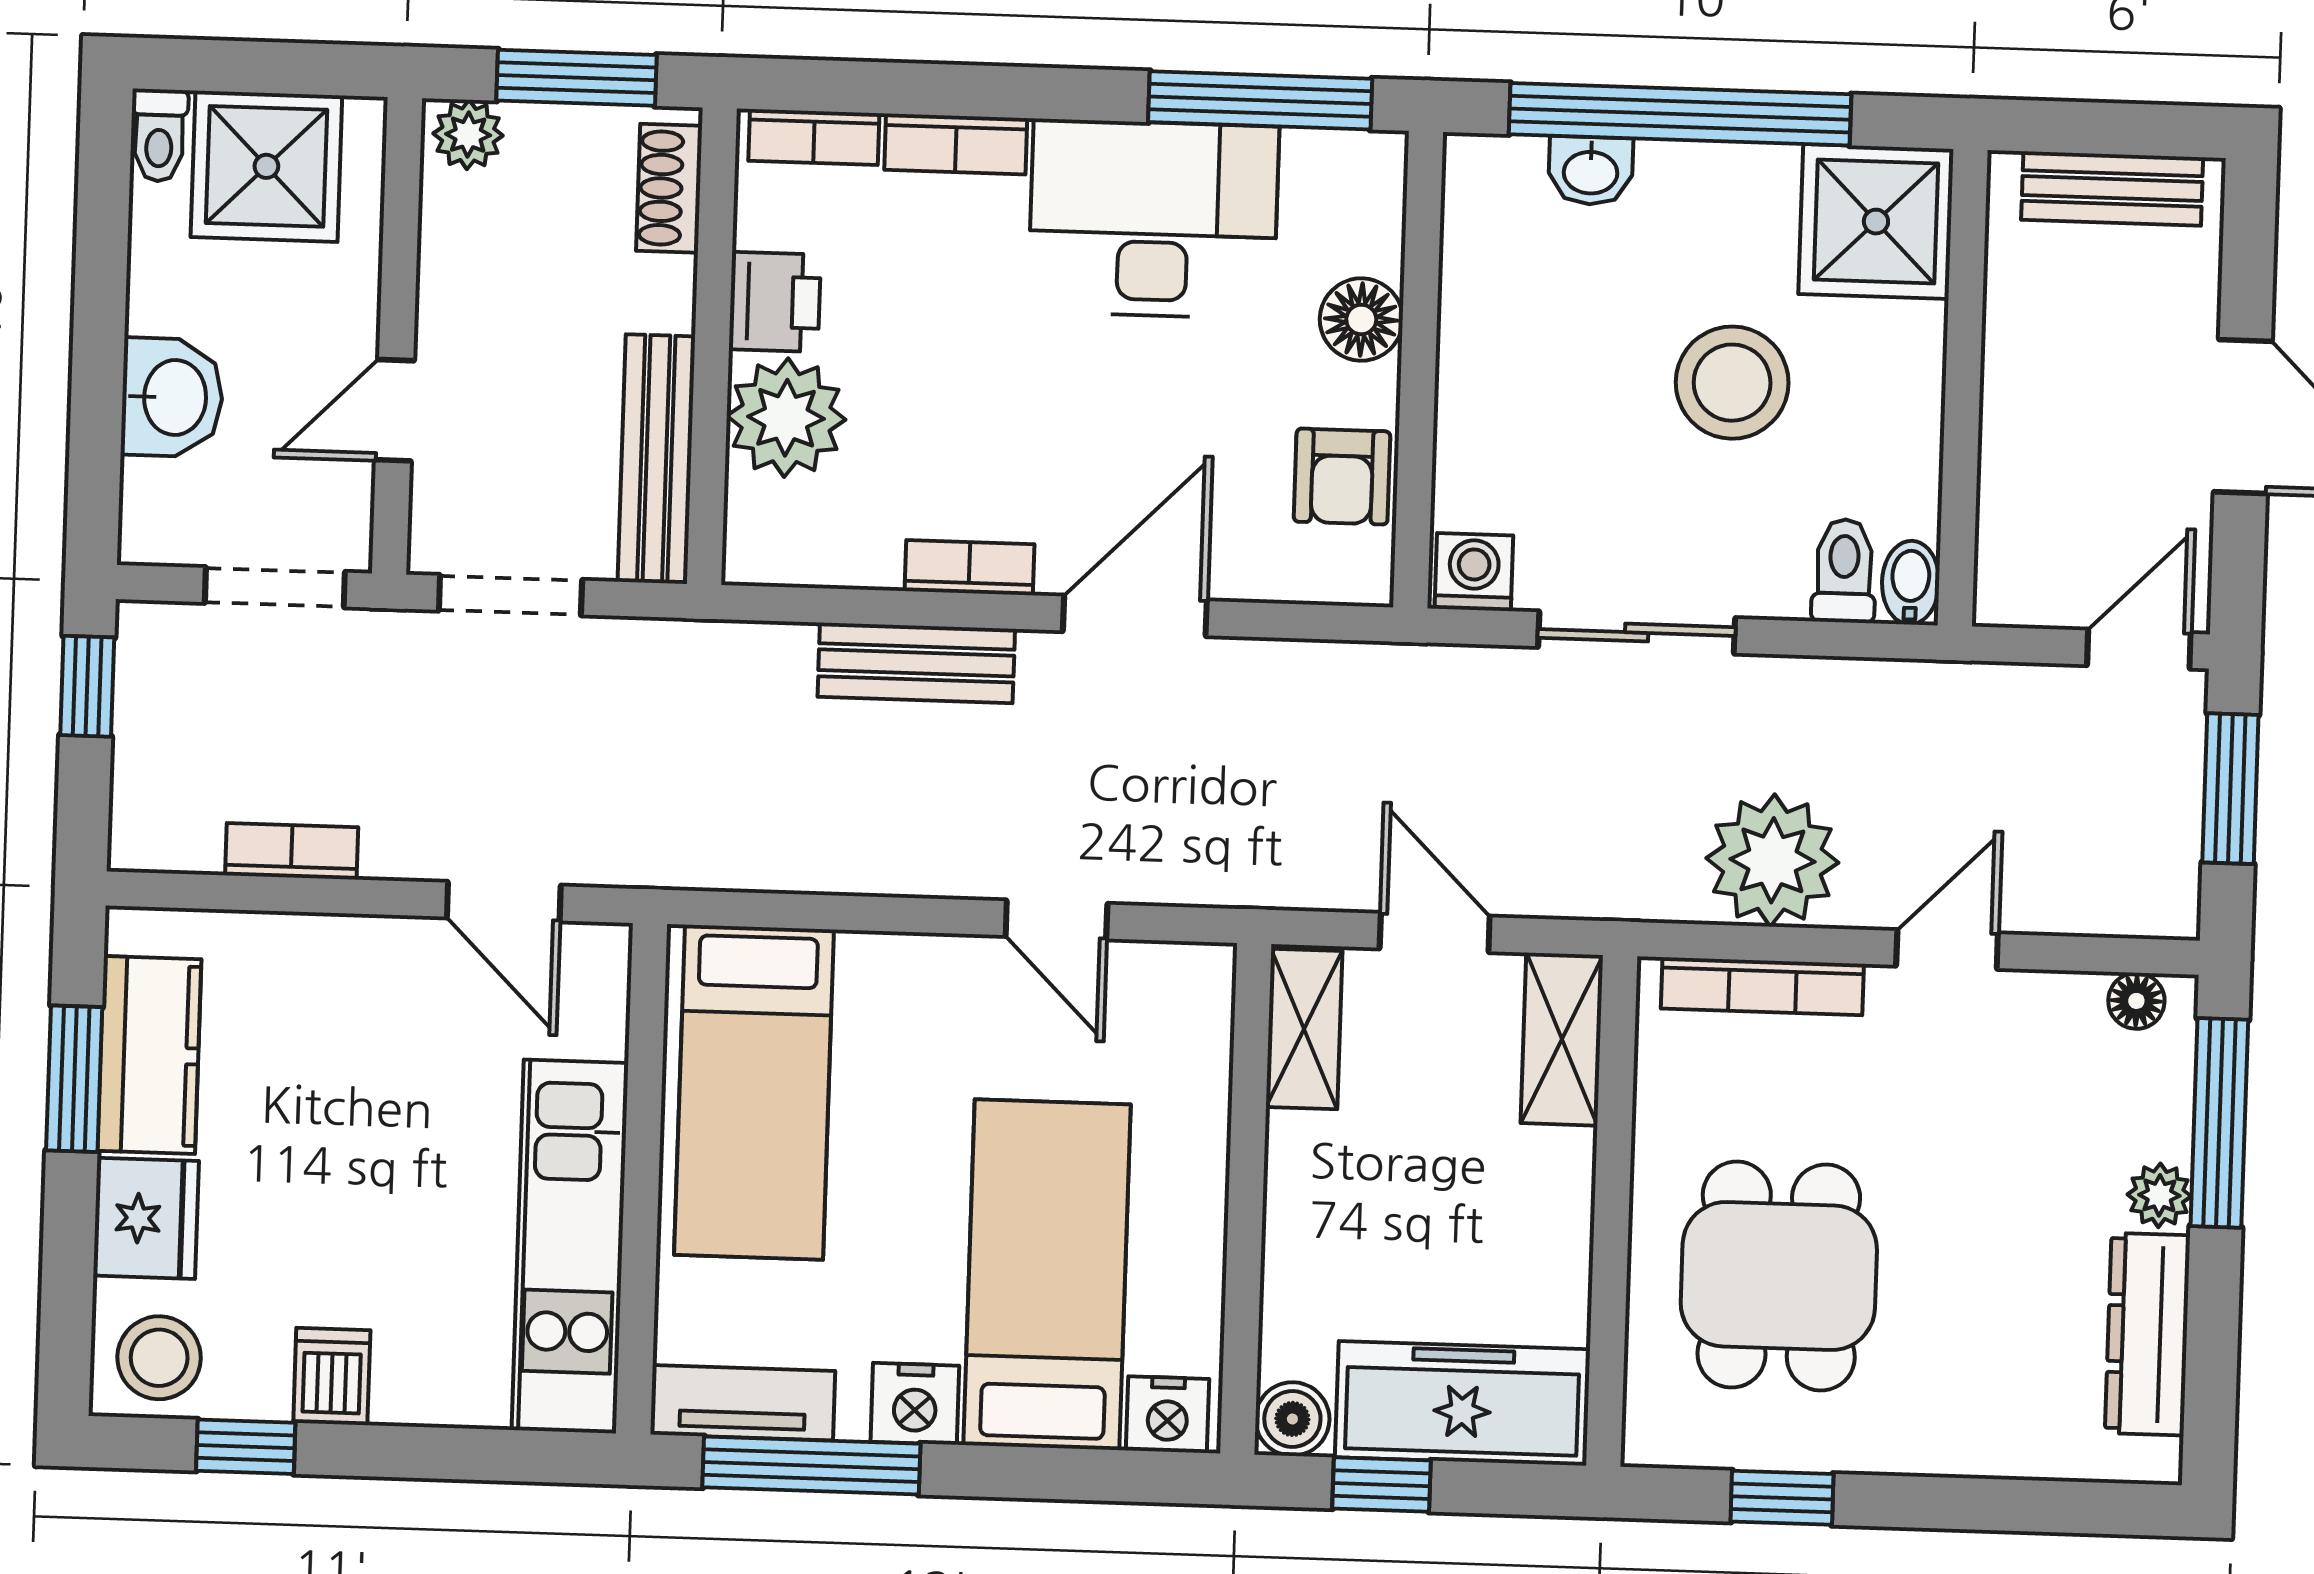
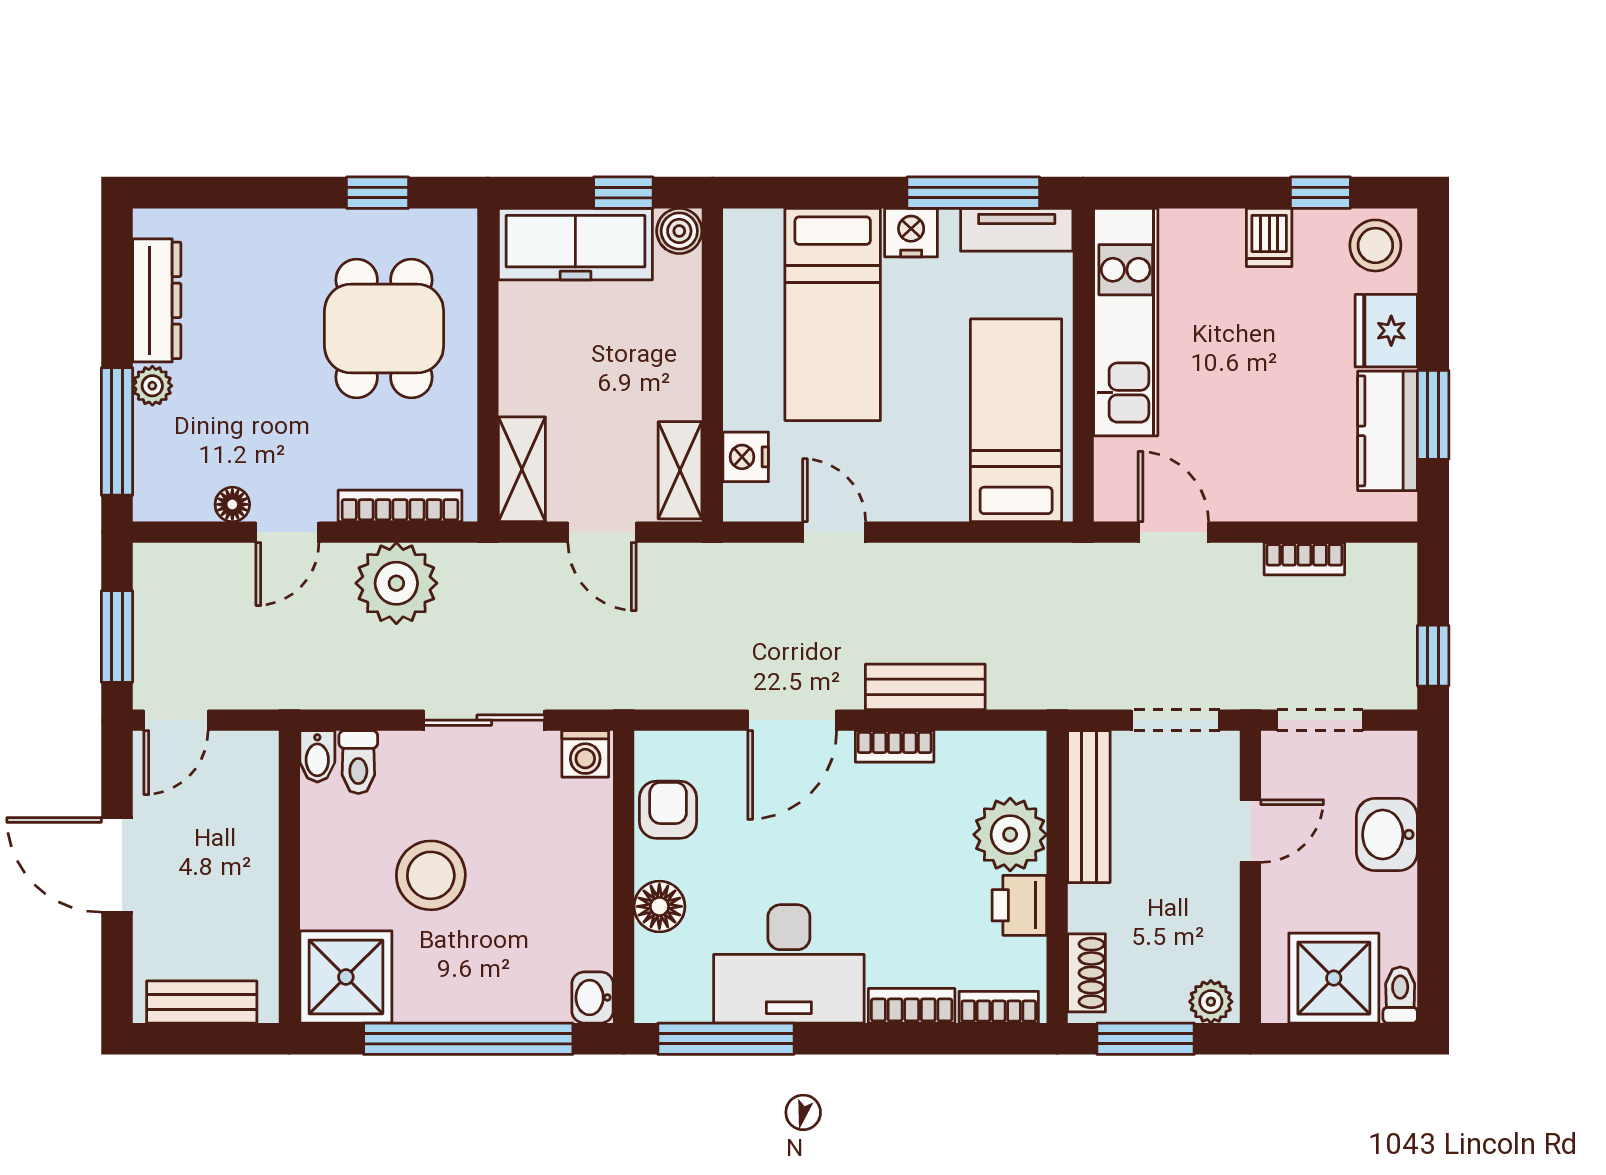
washbasin: (1591, 171) -> (592, 997), moved, turned -90
floor lamp: (2136, 1001) -> (232, 504), moved
nightstand: (1168, 1415) -> (746, 457), moved, turned -90

